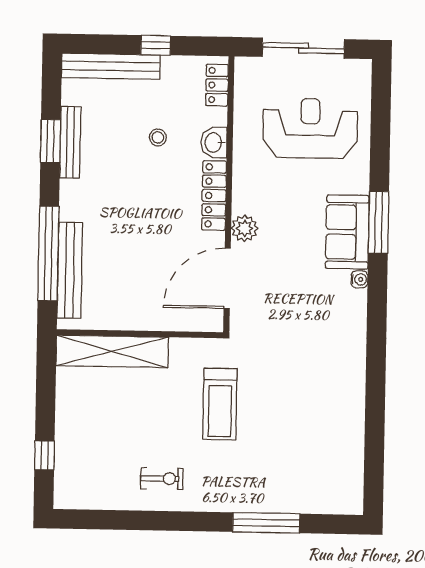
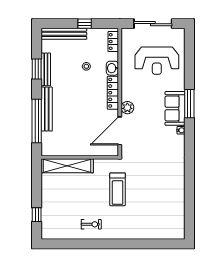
reception desk: (310, 128) -> (157, 61), turned 180
bench: (70, 270) -> (47, 109), moved
window: (266, 523) -> (140, 244), removed

